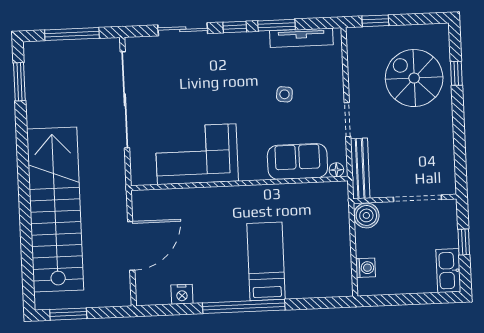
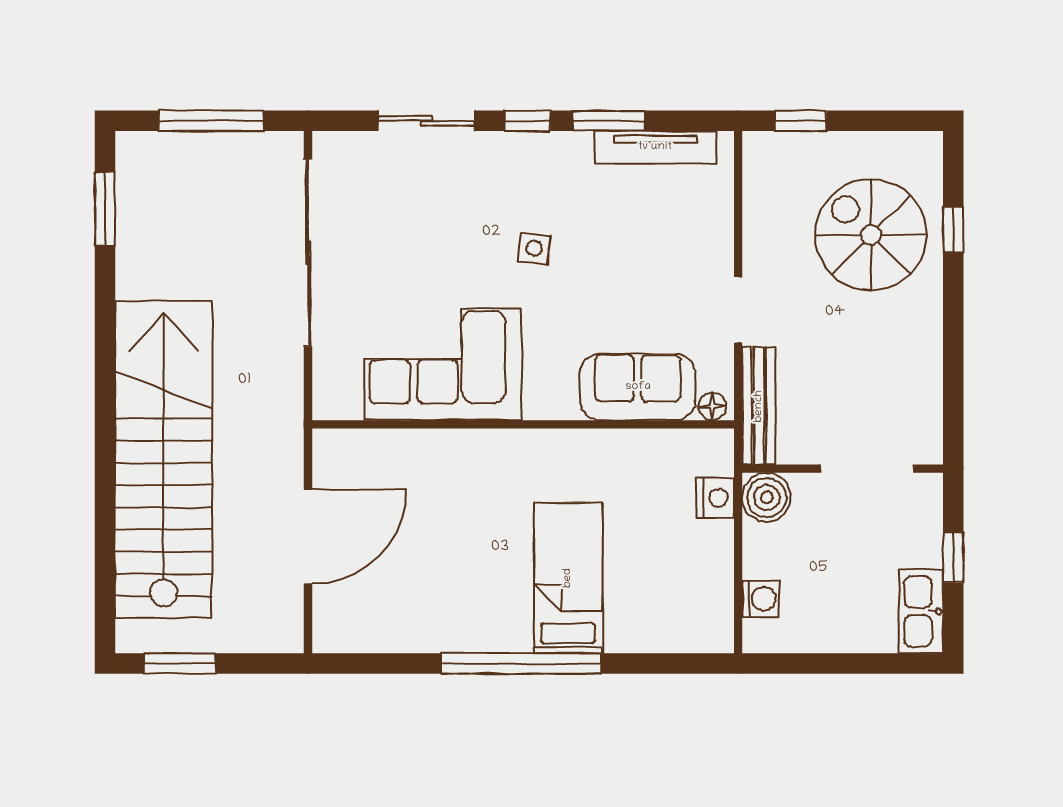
side table: (284, 94) -> (534, 248), moved
nightstand: (182, 294) -> (715, 498), moved, turned -90

